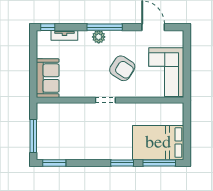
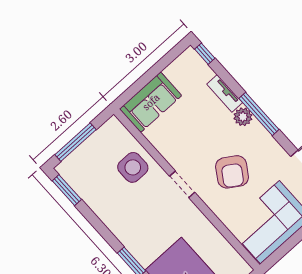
tv unit: (64, 35) -> (225, 93), moved
side table: (73, 118) -> (133, 167), added

